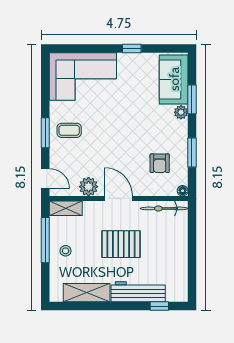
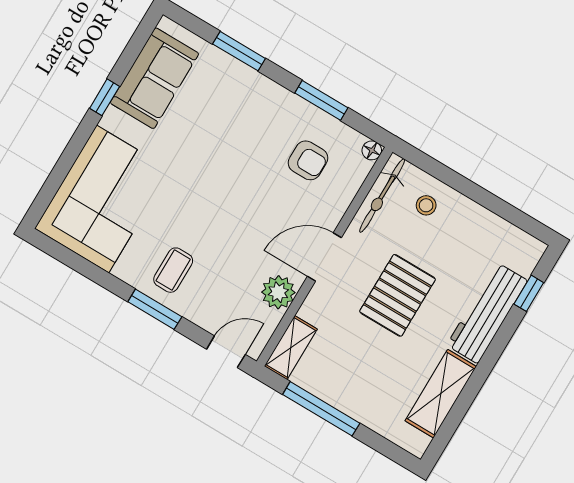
sofa: (174, 79) -> (154, 78), moved, turned -90
plant: (181, 112) -> (249, 80), removed
stool: (66, 251) -> (426, 205), moved

